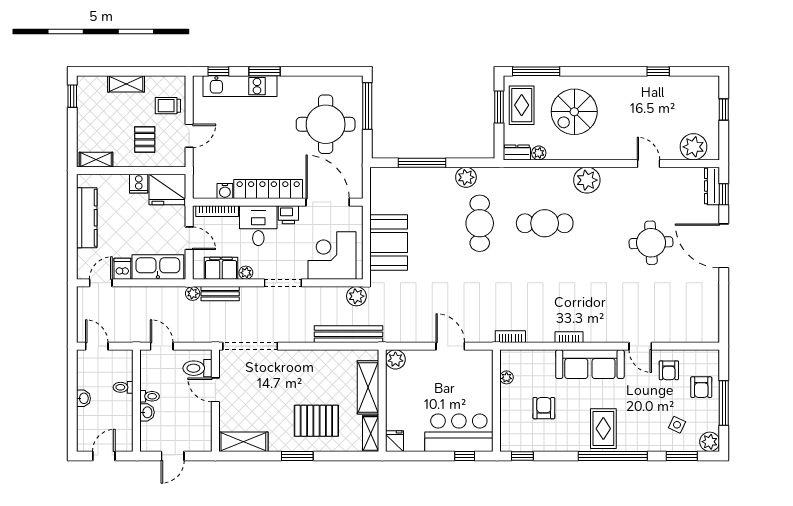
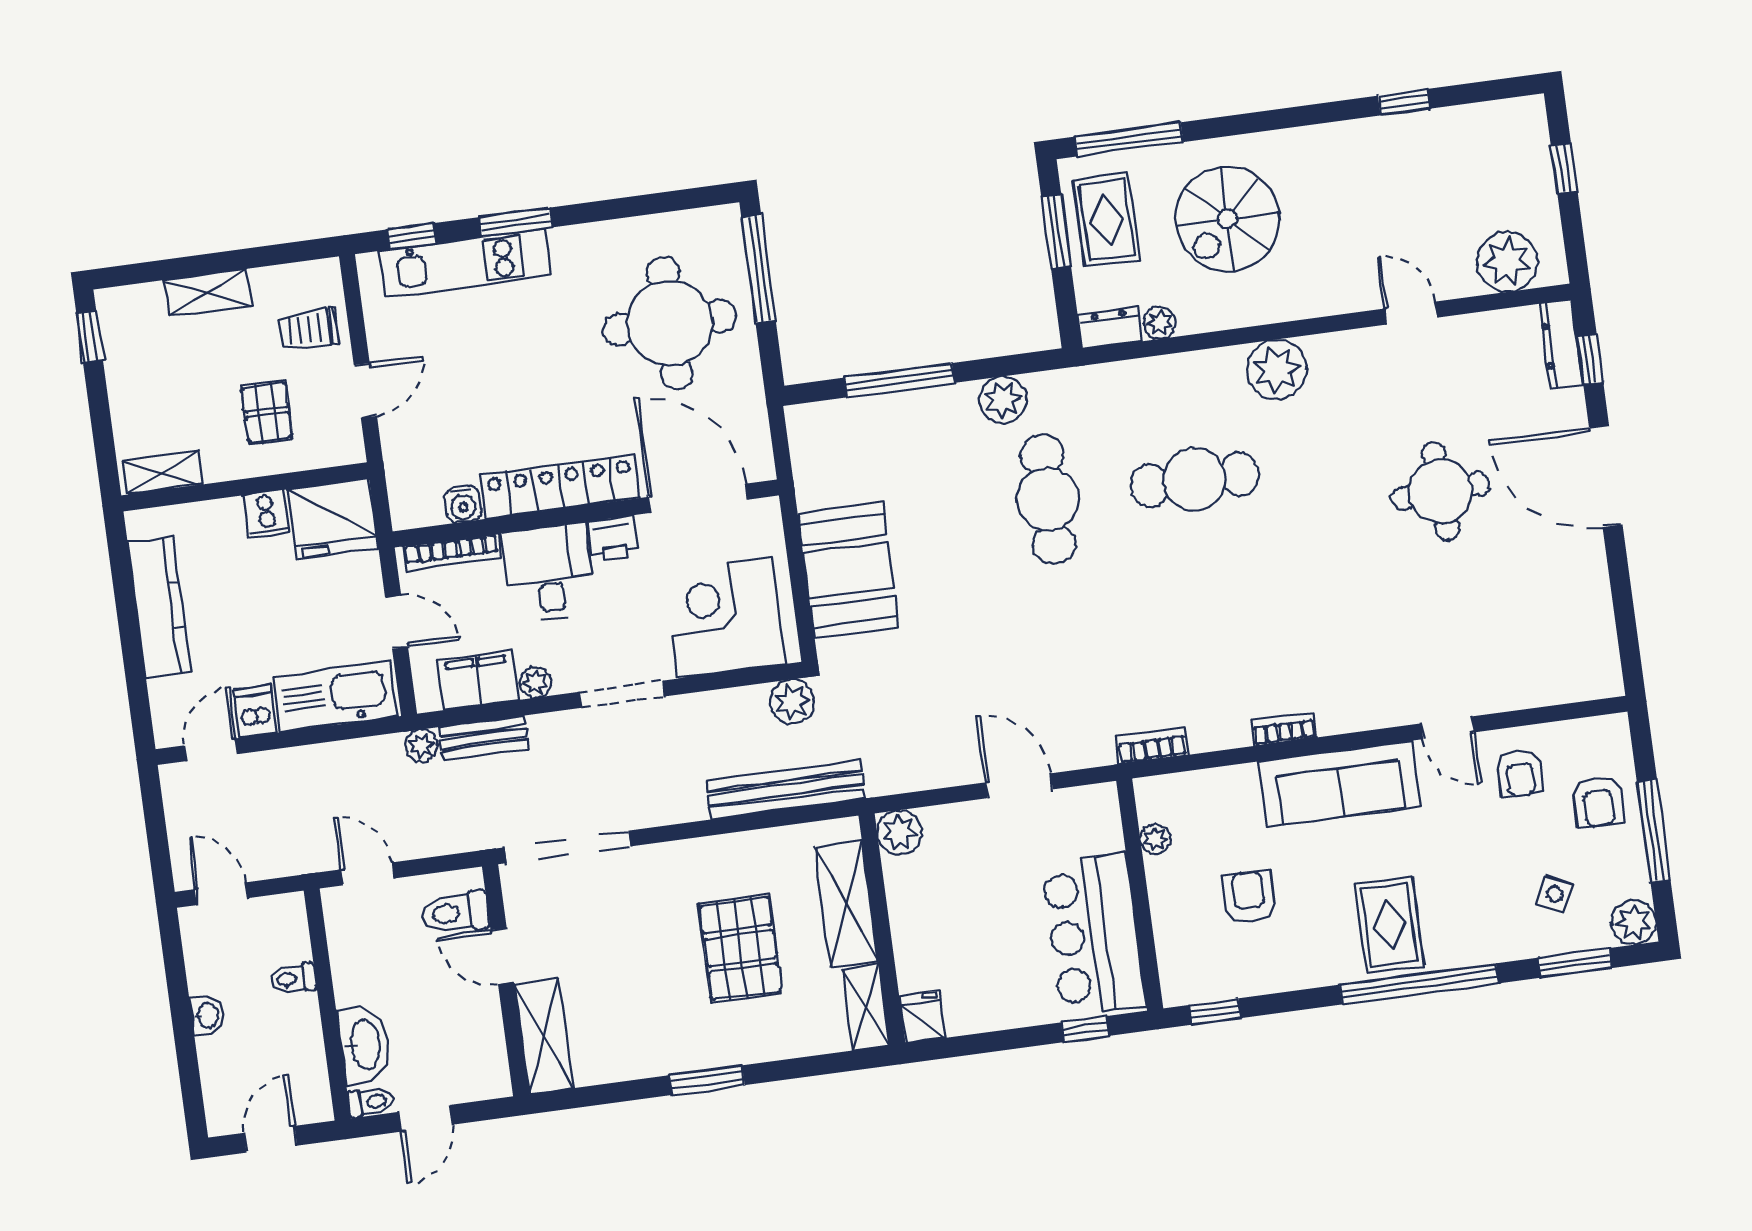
toilet: (150, 396) -> (371, 1102), moved
washbasin: (147, 412) -> (364, 1045), width x1.91, depth x1.45
pallet: (316, 421) -> (740, 948), moved, turned 90
bar counter: (459, 433) -> (1094, 935), moved, turned -90
shelving: (243, 442) -> (544, 1036), moved, turned 90

